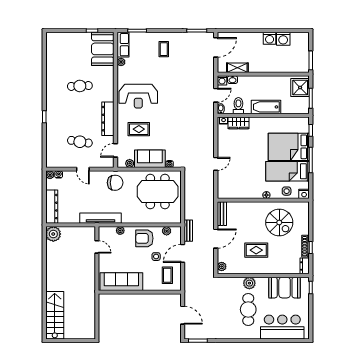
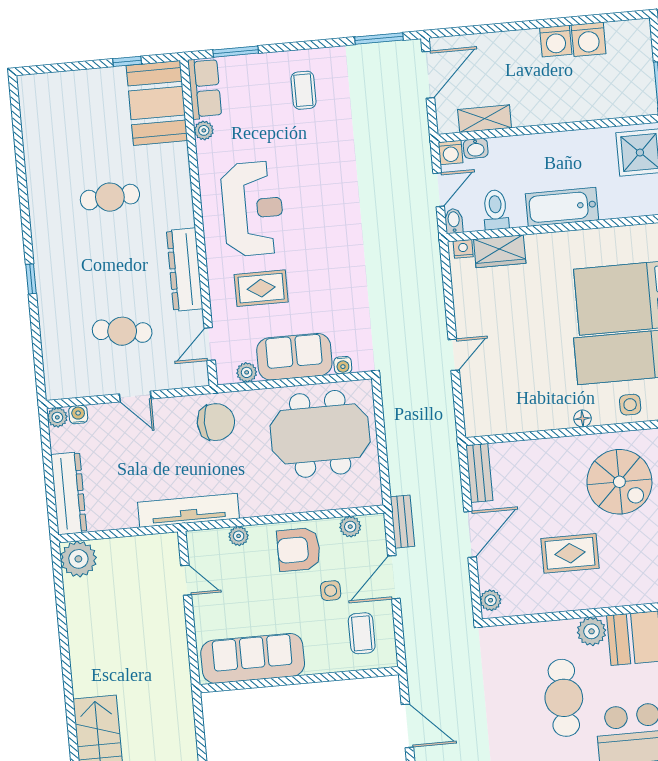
reception desk: (138, 96) -> (253, 209), turned -90
plant: (249, 283) -> (592, 631), moved

